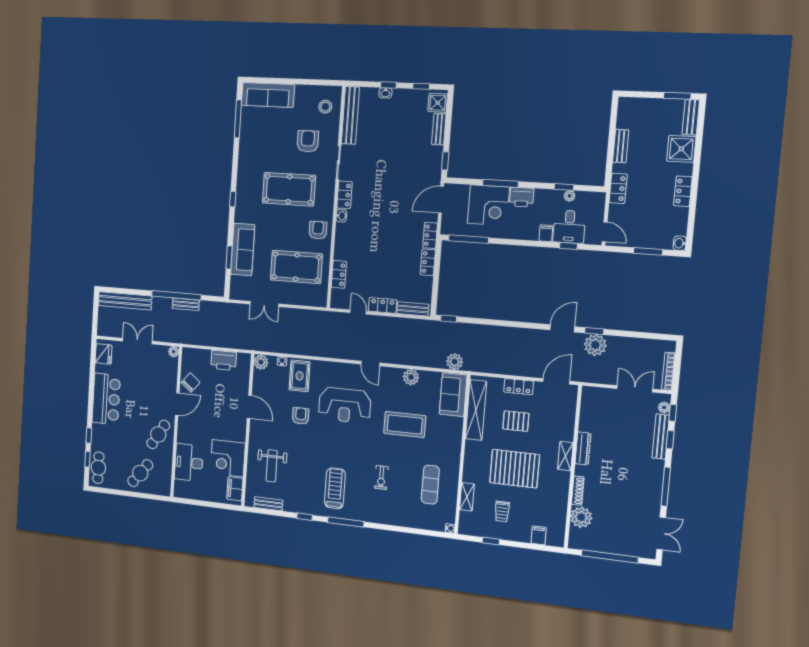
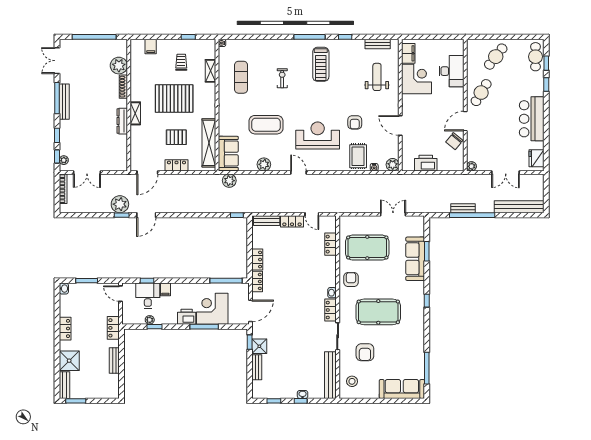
shower: (438, 103) -> (259, 346), moved
armchair: (318, 230) -> (351, 279), turned 180
bench: (661, 437) -> (64, 102), moved

